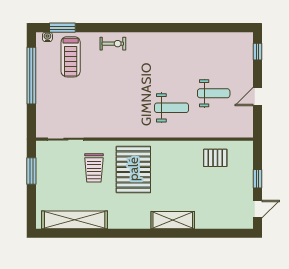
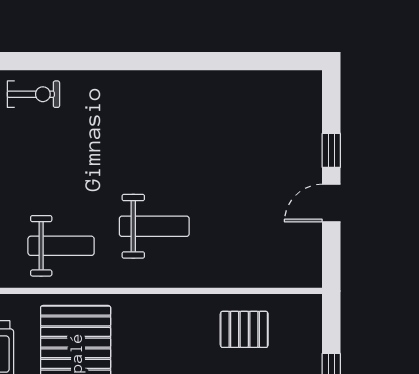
window: (258, 52) -> (331, 150), moved
weight bench: (214, 93) -> (61, 246), moved

